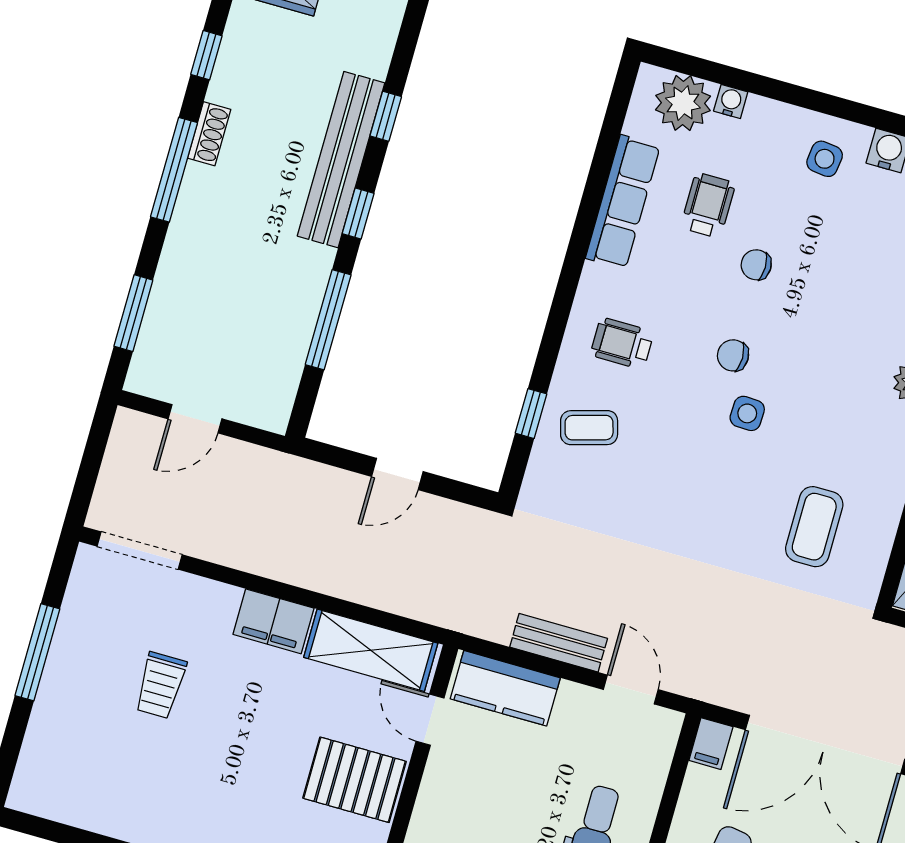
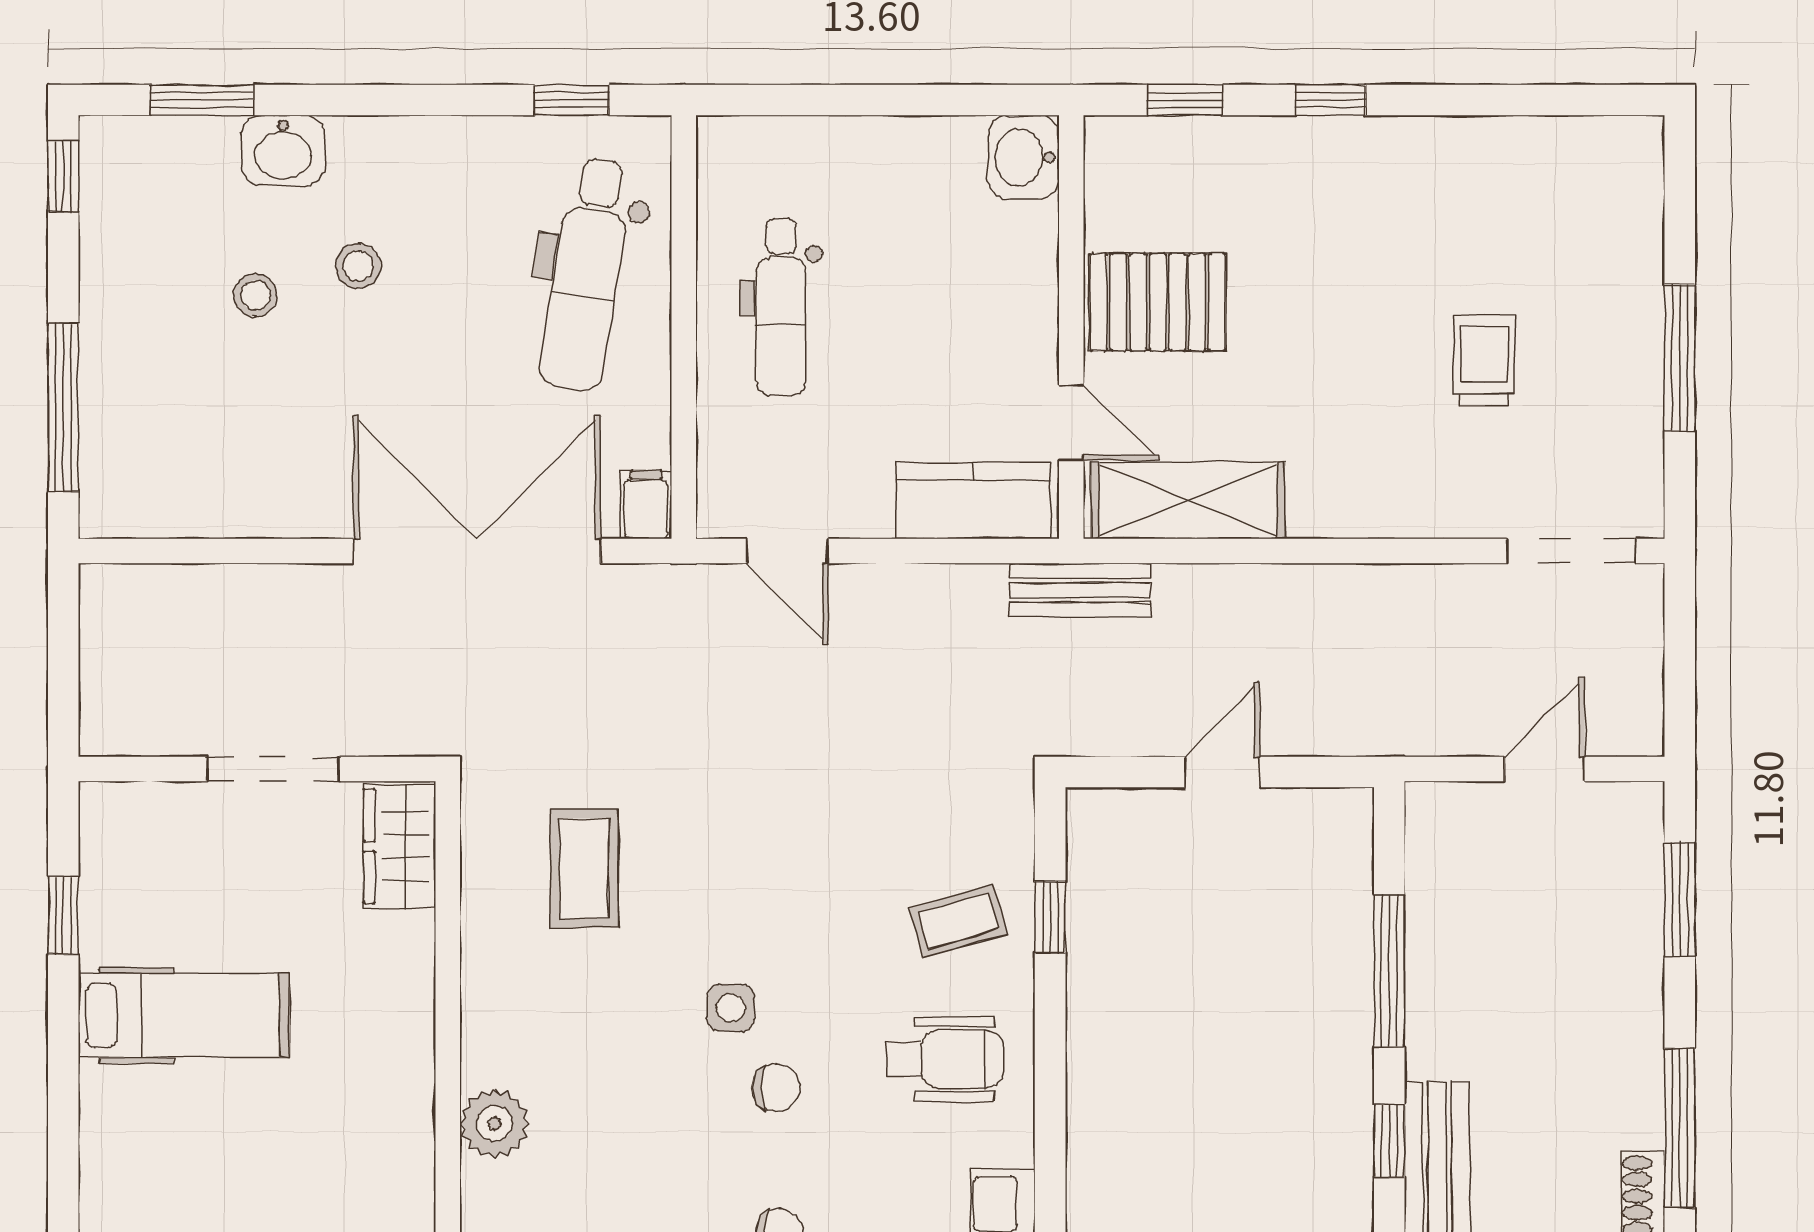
wheelchair: (622, 343) -> (945, 1059), width x1.36, depth x1.37
filing cabinet: (273, 621) -> (1344, 503), removed
bench: (559, 643) -> (1080, 590), moved

